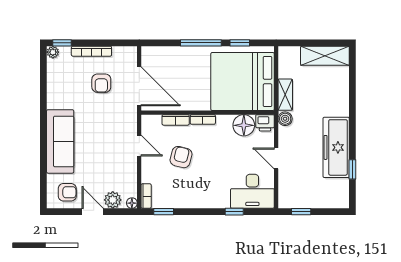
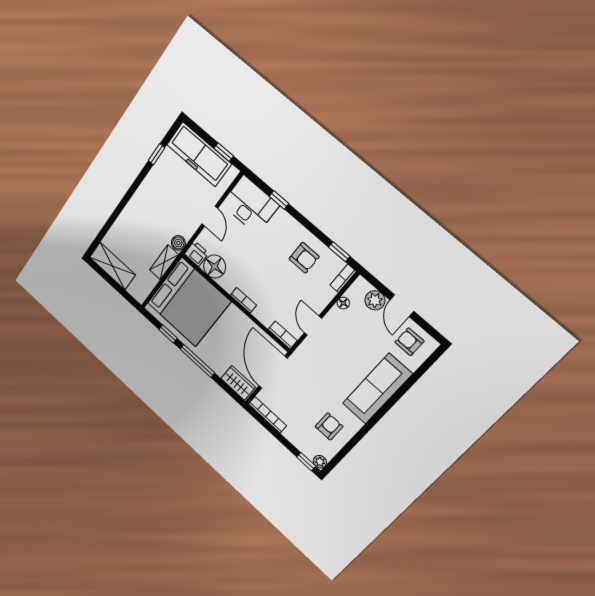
bookcase: (91, 51) -> (267, 415), moved
wardrobe: (158, 55) -> (238, 383), added
armchair: (101, 83) -> (329, 426), moved
bookcase: (176, 120) -> (283, 335), moved
freezer: (336, 147) -> (199, 154), moved, turned 90
armchair: (181, 157) -> (304, 258), moved, turned -104
floor lamp: (132, 203) -> (343, 303), moved

